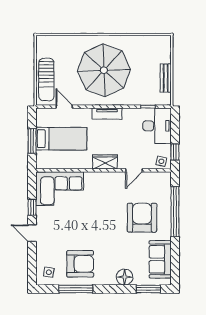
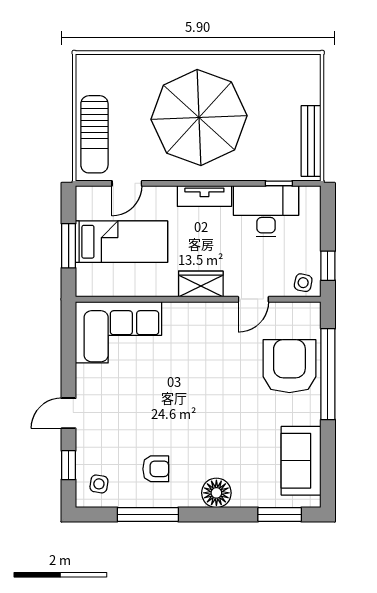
bench: (166, 78) -> (311, 141), width x1.36
door: (64, 107) -> (127, 183), swing flipped
desk: (157, 126) -> (266, 211), moved, turned -90
window: (32, 207) -> (69, 465), moved
armchair: (142, 218) -> (289, 366), moved
door: (32, 233) -> (69, 413), hinge flipped
armchair: (80, 264) -> (156, 469), width x0.53, depth x0.53
floor lamp: (125, 277) -> (216, 493), moved

